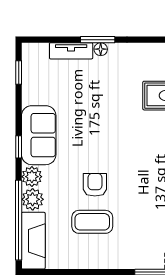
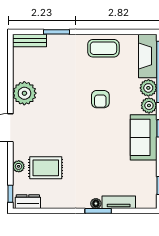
coffee table: (92, 222) -> (103, 48), moved

